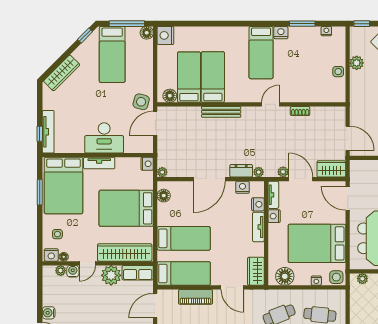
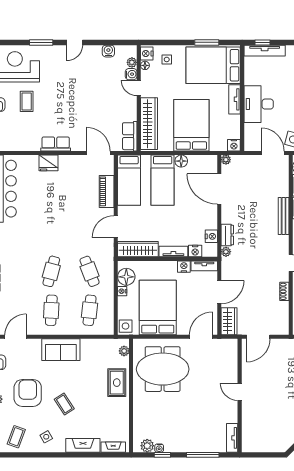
plant: (283, 172) -> (226, 275), removed
door: (209, 179) -> (219, 189), moved
floor lamp: (164, 196) -> (181, 161), moved
wardrobe: (256, 271) -> (138, 249), width x1.50
plant: (111, 275) -> (127, 111), removed
nightstand: (316, 281) -> (122, 291), moved
water cooler: (49, 313) -> (108, 51), moved

